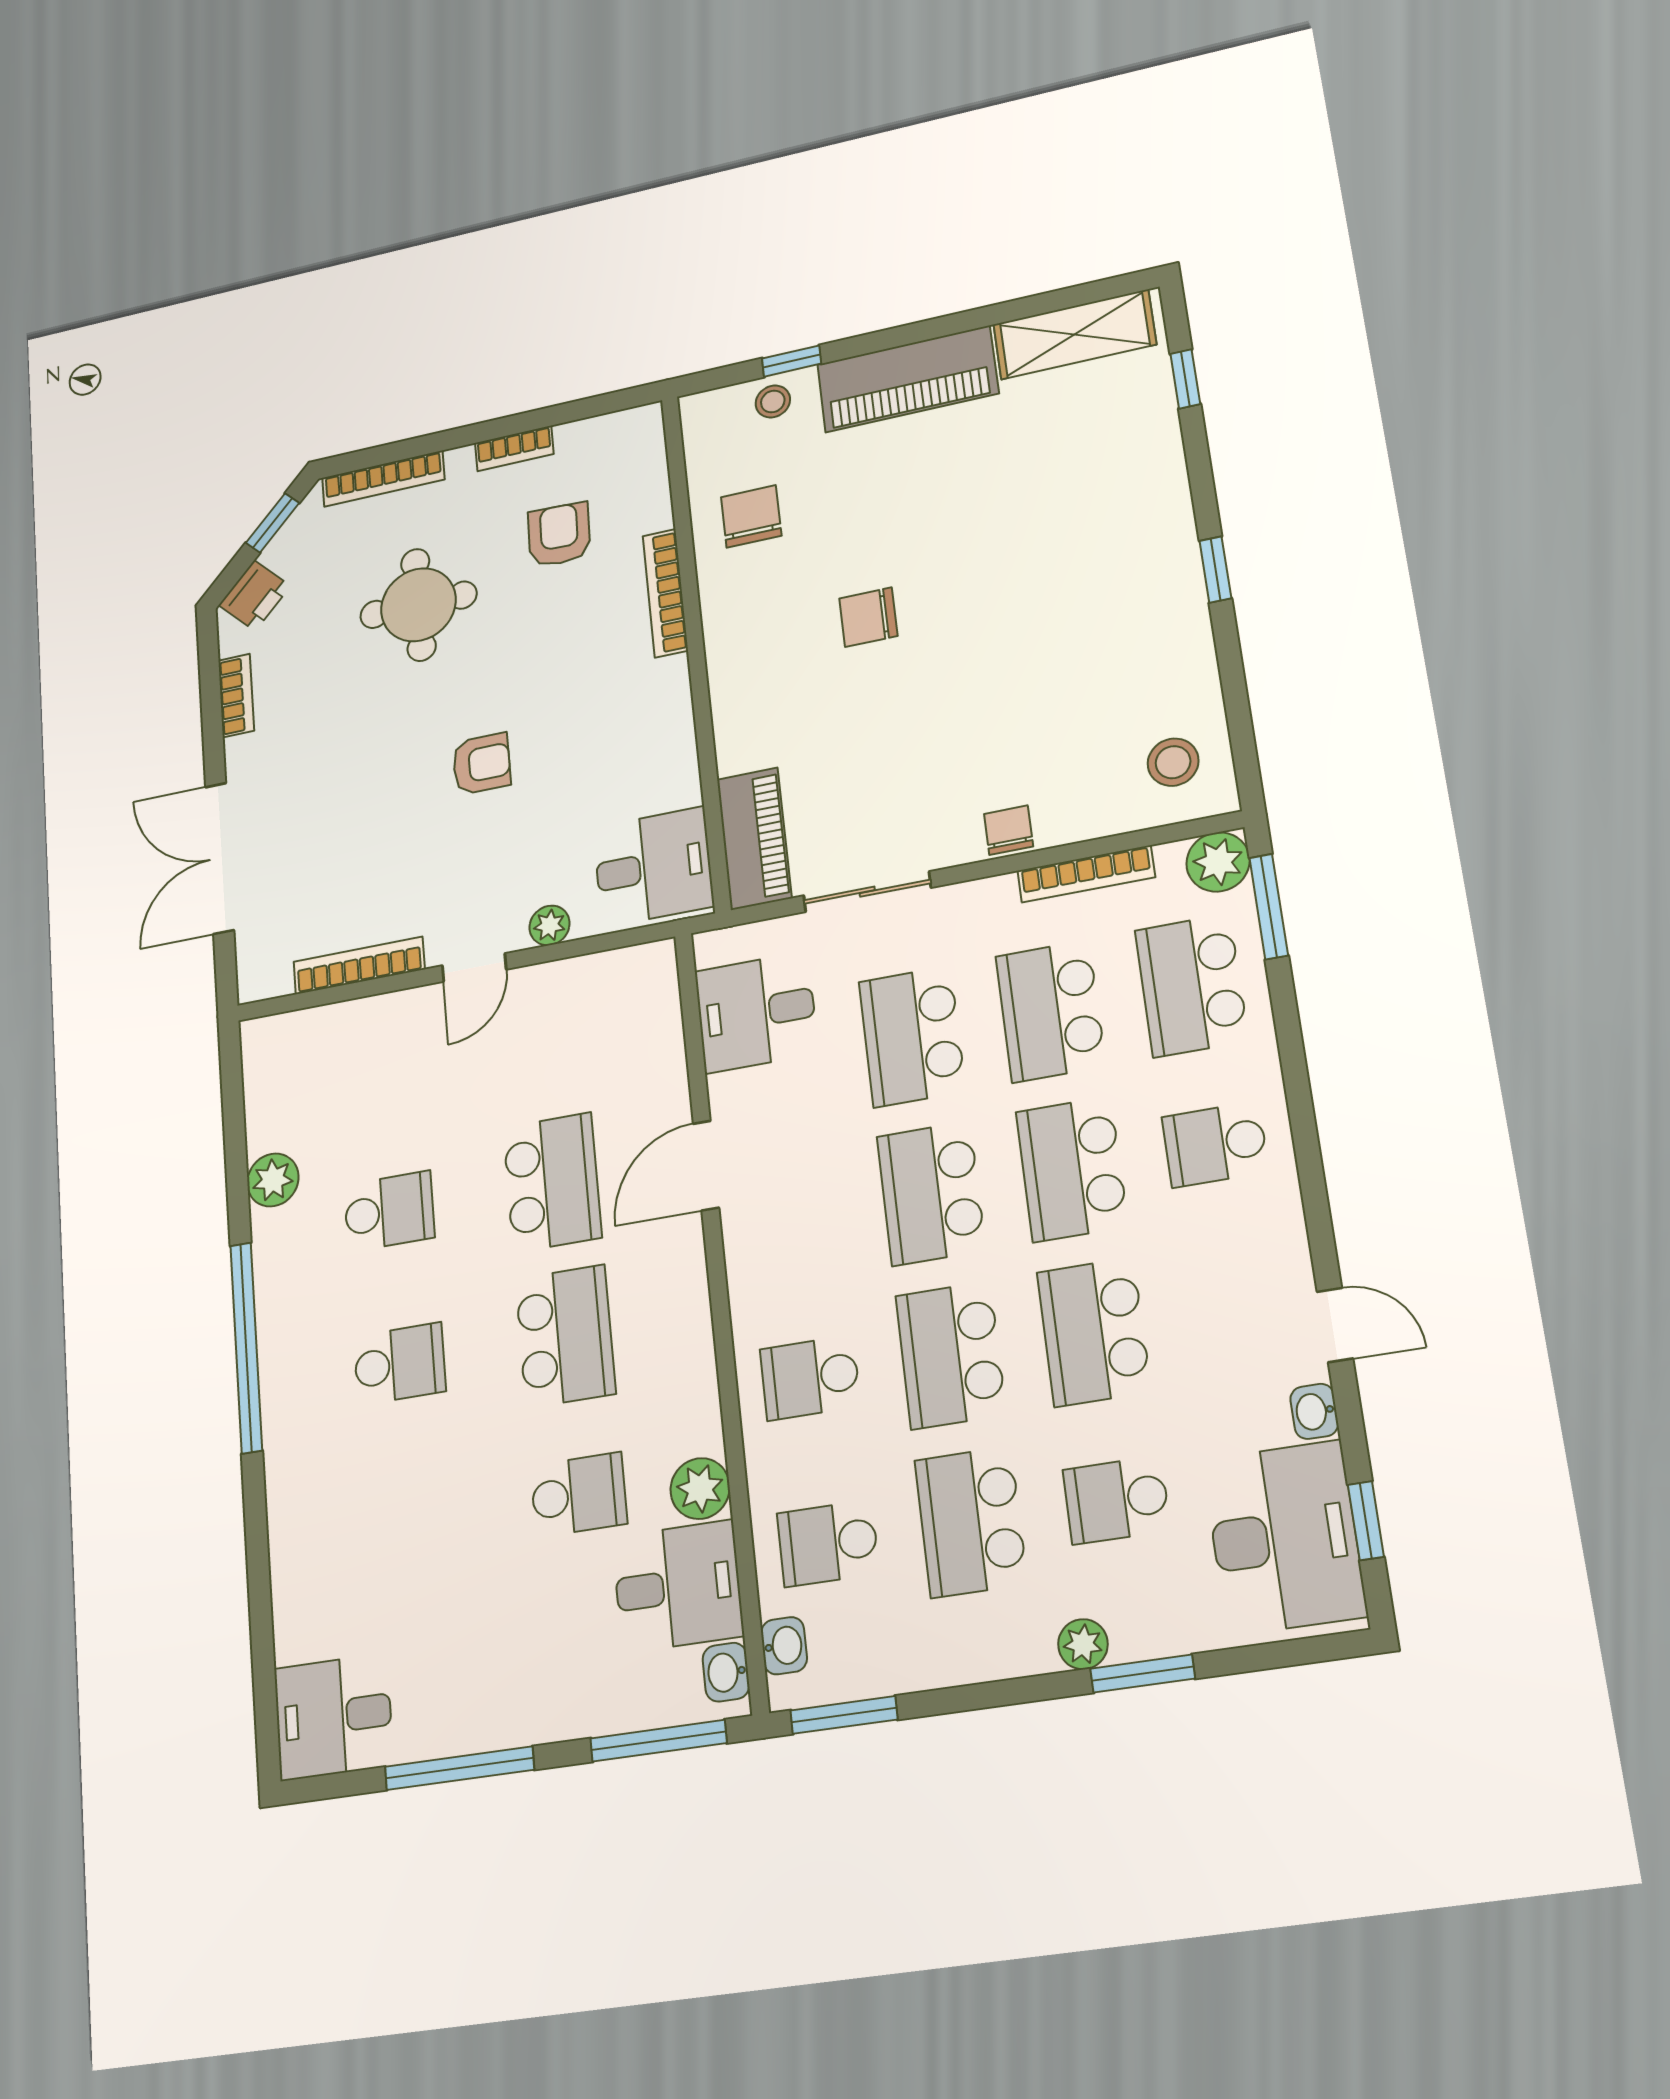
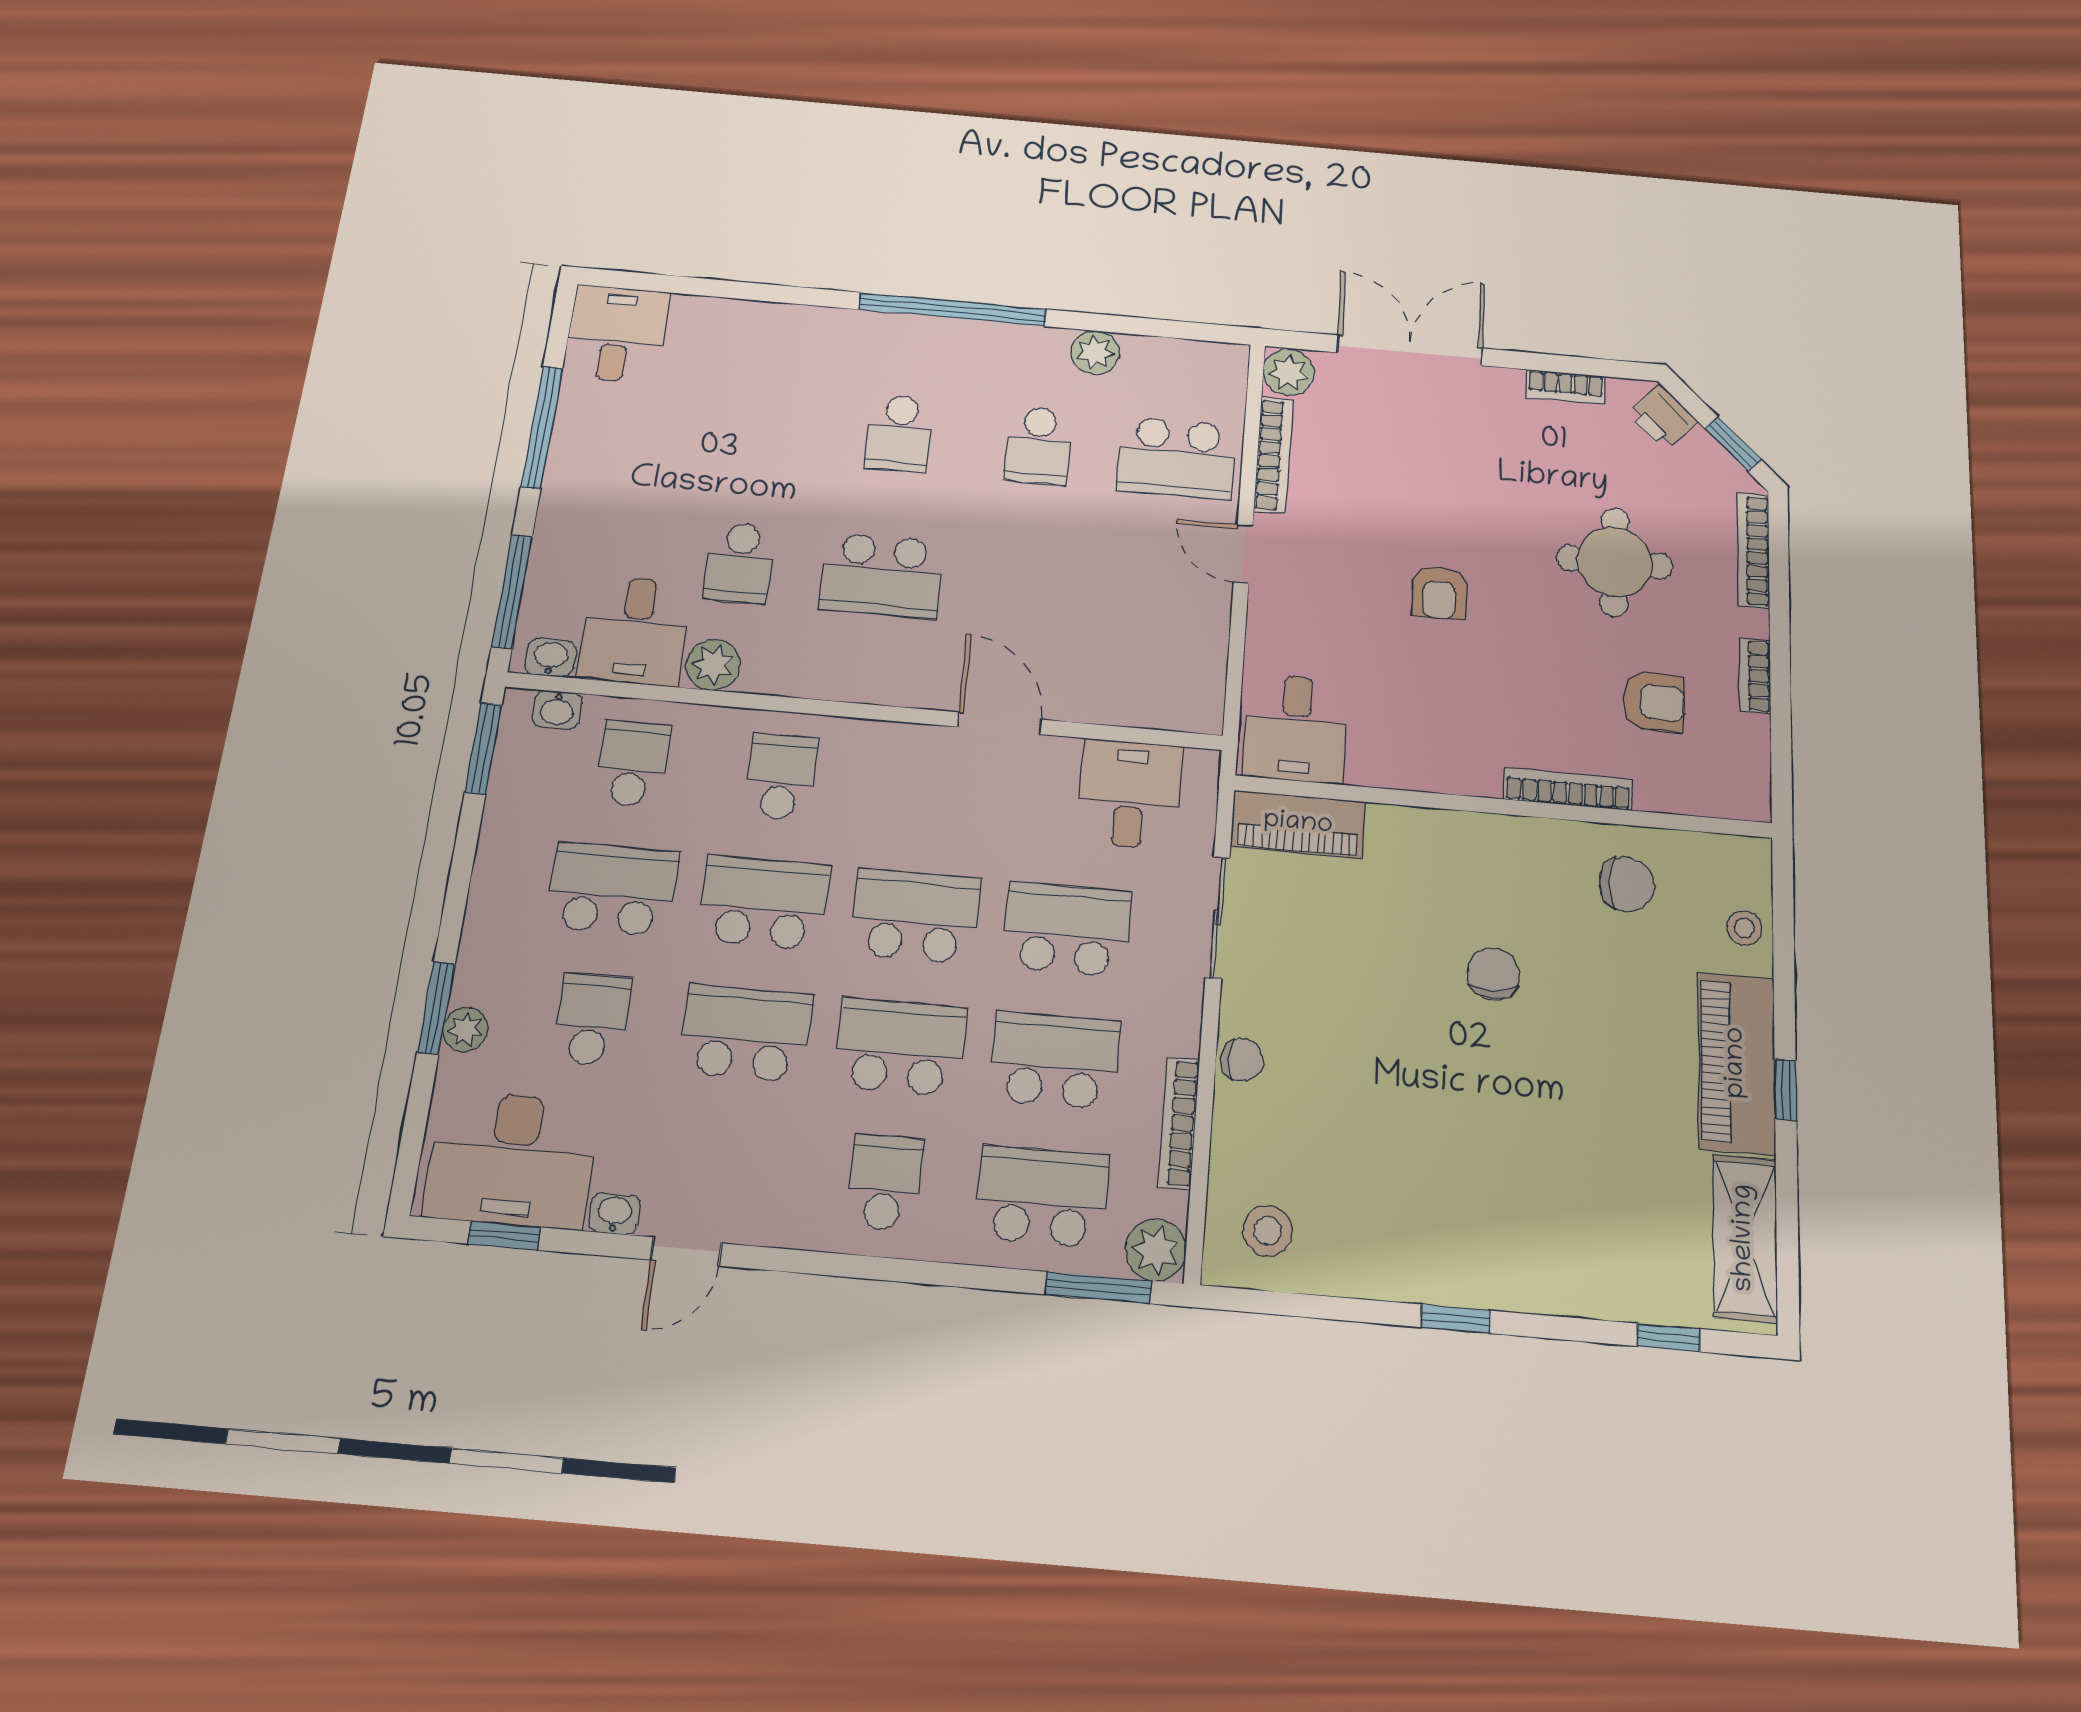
window: (792, 361) -> (1785, 1090), moved
plant: (550, 925) -> (1289, 373), moved, width x1.38, depth x1.38
school desk: (552, 1182) -> (1177, 458), moved
plant: (1083, 1644) -> (465, 1029), moved

